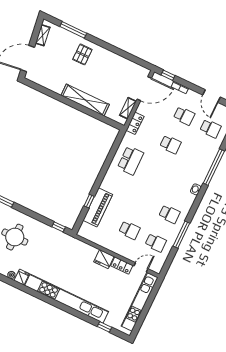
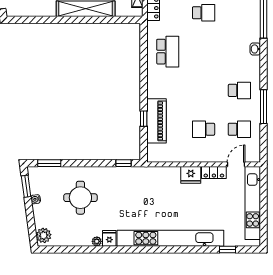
school desk: (129, 230) -> (204, 129), turned 180

